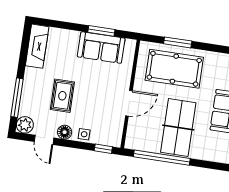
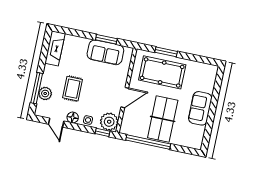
plant: (25, 125) -> (45, 93), moved
plant: (111, 135) -> (109, 122), added

